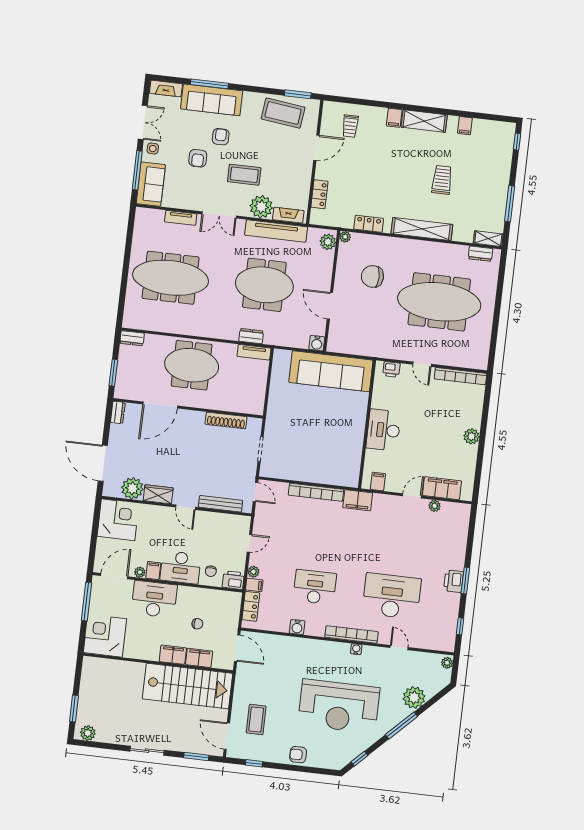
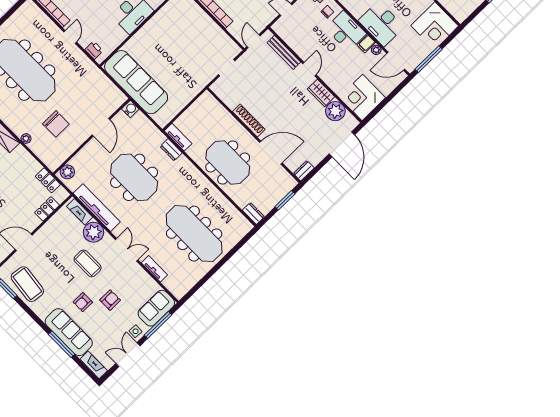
locker: (369, 224) -> (48, 180), moved
plant: (345, 237) -> (26, 139), moved
shoe rack: (226, 420) -> (249, 121), moved

